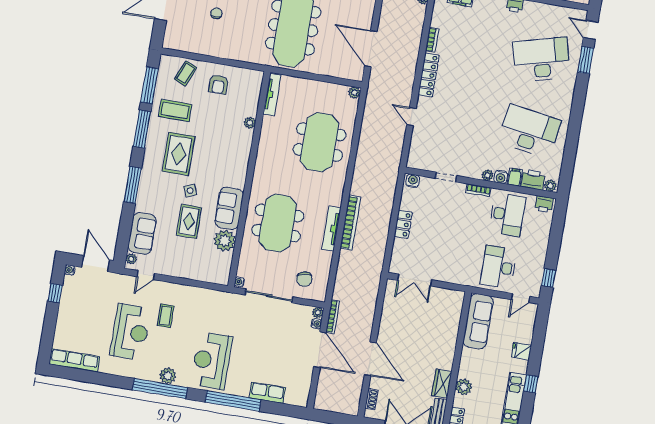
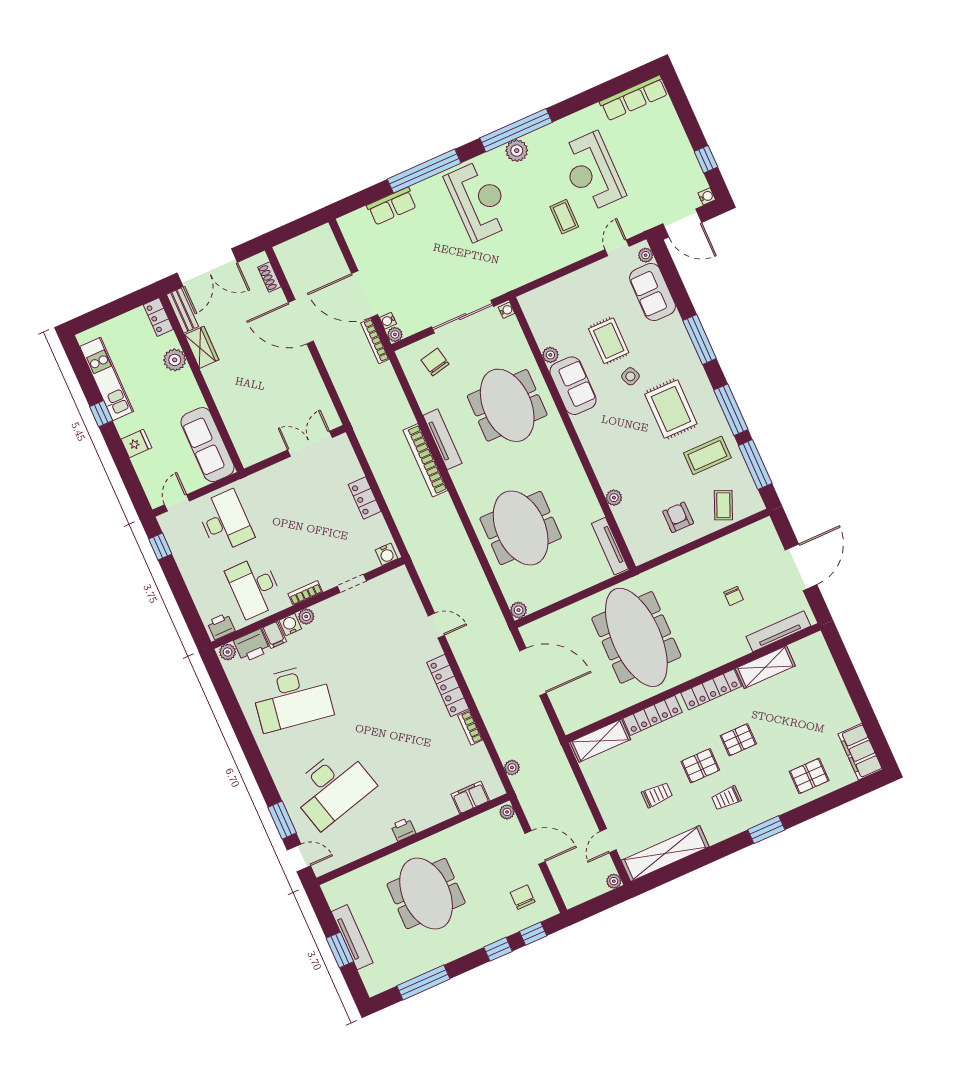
plant: (225, 241) -> (550, 355), width x0.53, depth x0.53

